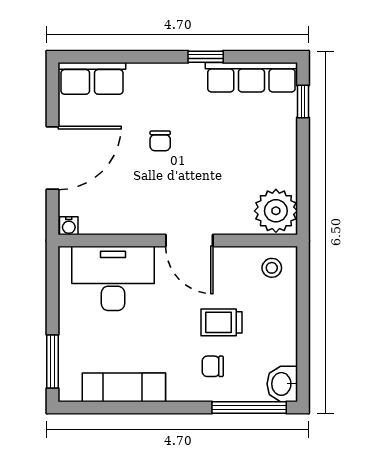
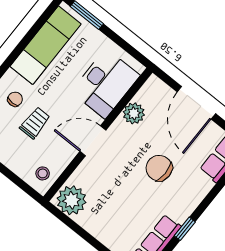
chair: (160, 141) -> (159, 168), width x1.87, depth x1.87
plant: (121, 219) -> (134, 113), added
water cooler: (69, 226) -> (153, 82), removed
exam couch: (124, 387) -> (46, 45), width x1.36, depth x1.45

